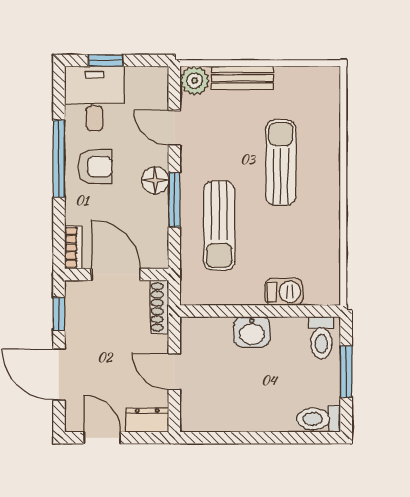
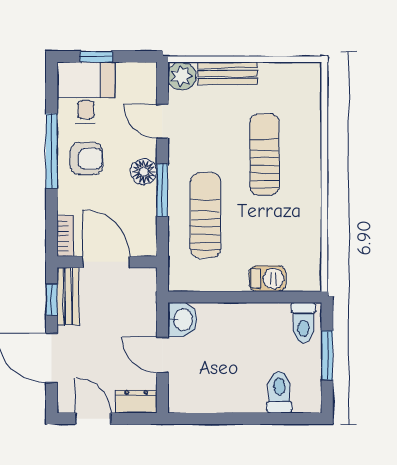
sun lounger: (219, 226) -> (205, 215), turned 180
shoe rack: (160, 307) -> (148, 293), removed
bench: (76, 310) -> (68, 296), added
washbasin: (252, 332) -> (182, 320), moved, turned -90
toilet: (319, 419) -> (279, 392), moved, turned 90

